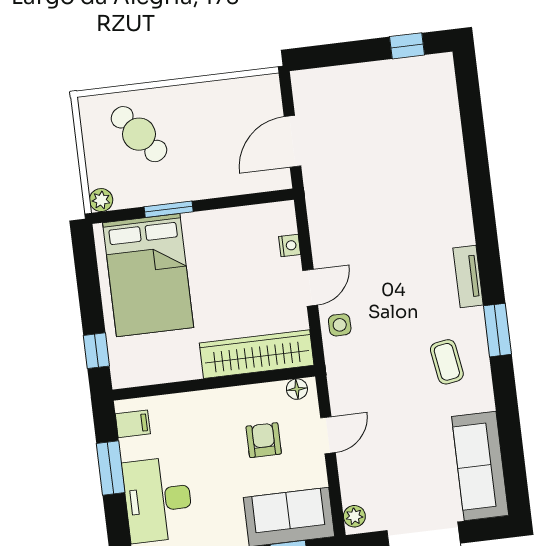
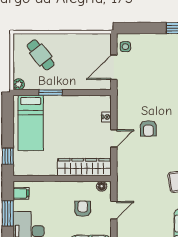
armchair: (379, 259) -> (148, 128), added
bed: (148, 275) -> (31, 123), width x0.67
side table: (340, 325) -> (125, 47), moved

